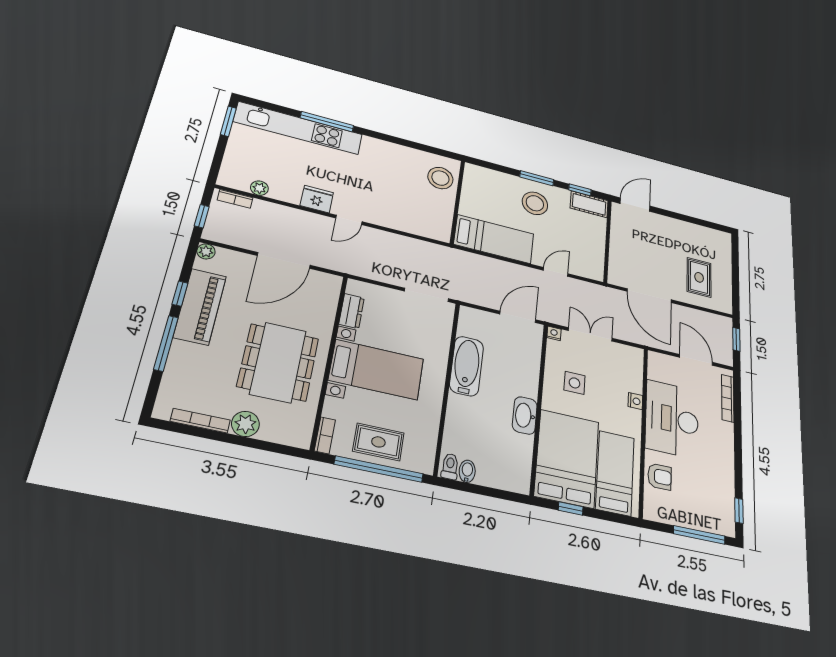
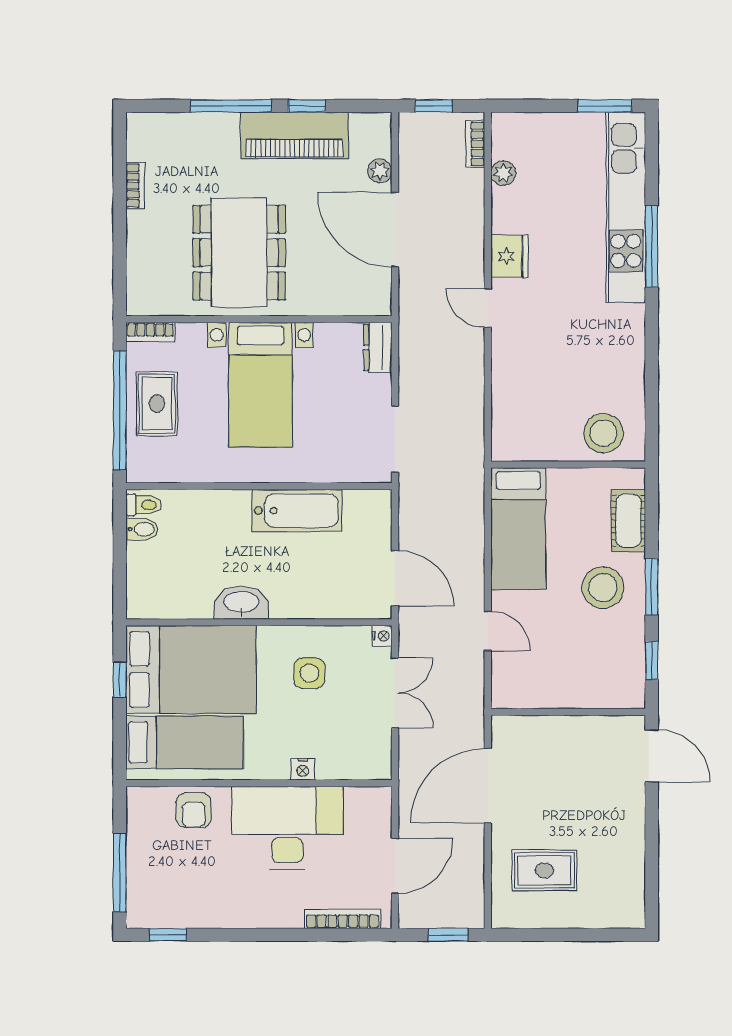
cot: (589, 204) -> (628, 521), moved
plant: (206, 251) -> (380, 171), moved
dresser: (352, 311) -> (378, 347), moved, turned 90
dining table: (278, 362) -> (239, 253), turned 90
bookcase: (200, 421) -> (135, 186), width x0.64
plant: (245, 424) -> (143, 229), removed

